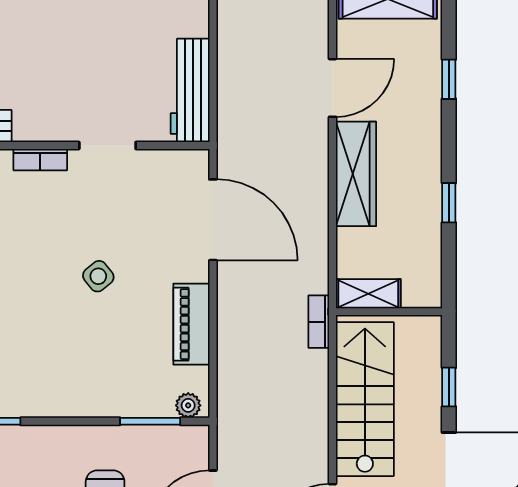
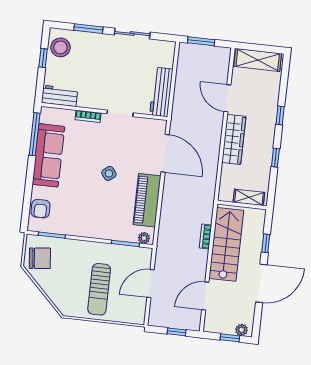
window: (449, 79) -> (280, 115), moved
door: (333, 88) -> (227, 98), swing flipped
shelving: (368, 294) -> (249, 197), moved
bookcase: (319, 322) -> (205, 237), moved
piano: (191, 324) -> (147, 200), width x1.37, depth x1.33

